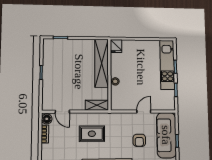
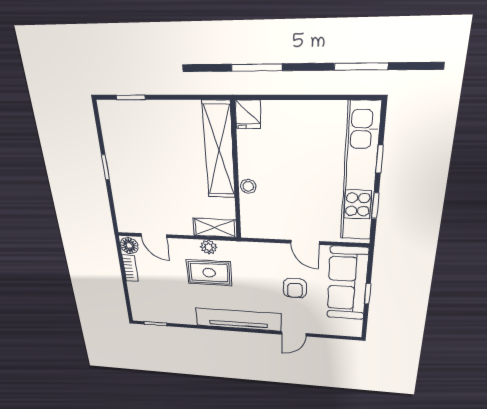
kitchen unit: (167, 65) -> (360, 174), width x1.36
door: (144, 112) -> (305, 242), swing flipped
plant: (93, 117) -> (209, 247), added

